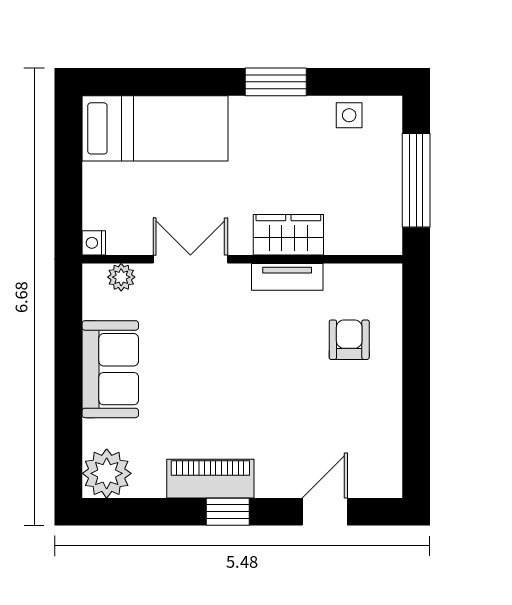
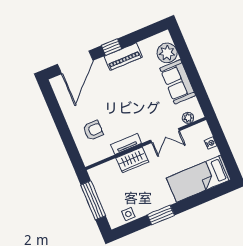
nightstand: (94, 243) -> (211, 143), moved
armchair: (349, 340) -> (93, 130), turned -90
plant: (107, 473) -> (167, 53), moved
door: (325, 512) -> (75, 62), width x1.87

